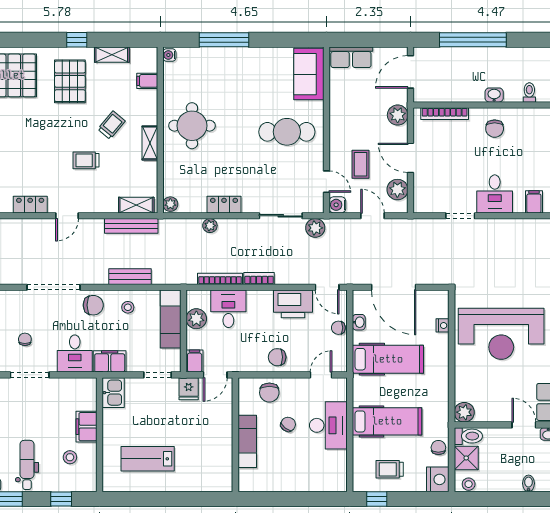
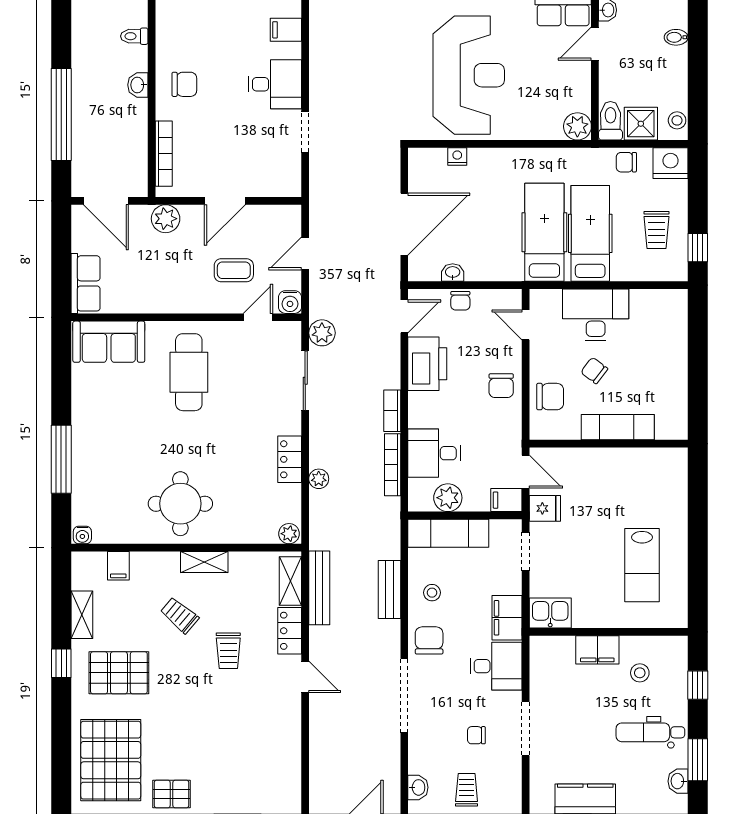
plant: (397, 190) -> (269, 219), removed
locker: (30, 205) -> (290, 631), moved
hospital bed: (388, 359) -> (544, 232), moved

